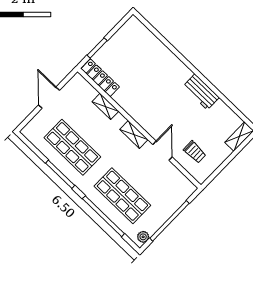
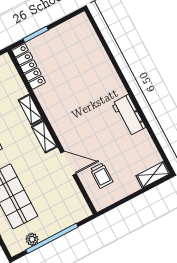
shelving: (105, 106) -> (30, 109), moved
door: (162, 151) -> (69, 163), hinge flipped
plant: (143, 237) -> (32, 239), moved

